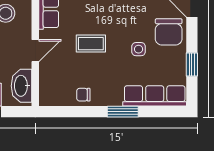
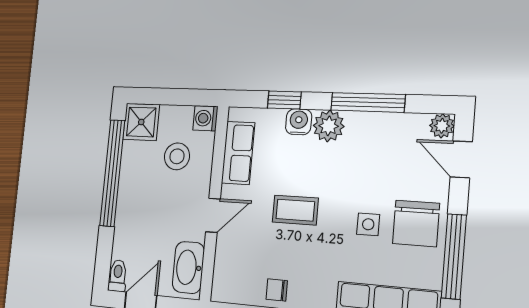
chair: (169, 32) -> (416, 223), moved
window: (192, 65) -> (454, 256), width x2.17

